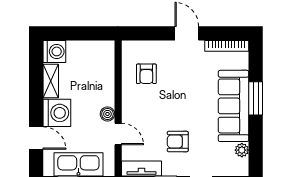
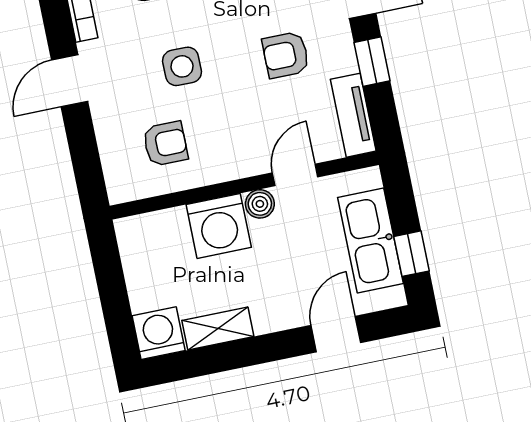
side table: (182, 90) -> (182, 66), added
washing machine: (57, 113) -> (219, 226), moved, turned 180
armchair: (178, 142) -> (286, 55), turned 90

